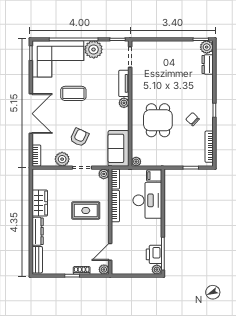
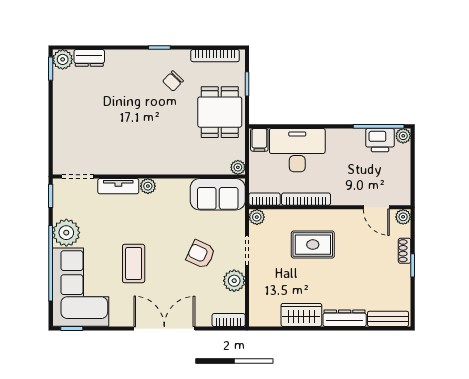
dining table: (158, 120) -> (220, 112), moved, turned 90
rug: (86, 211) -> (313, 245), turned 90

